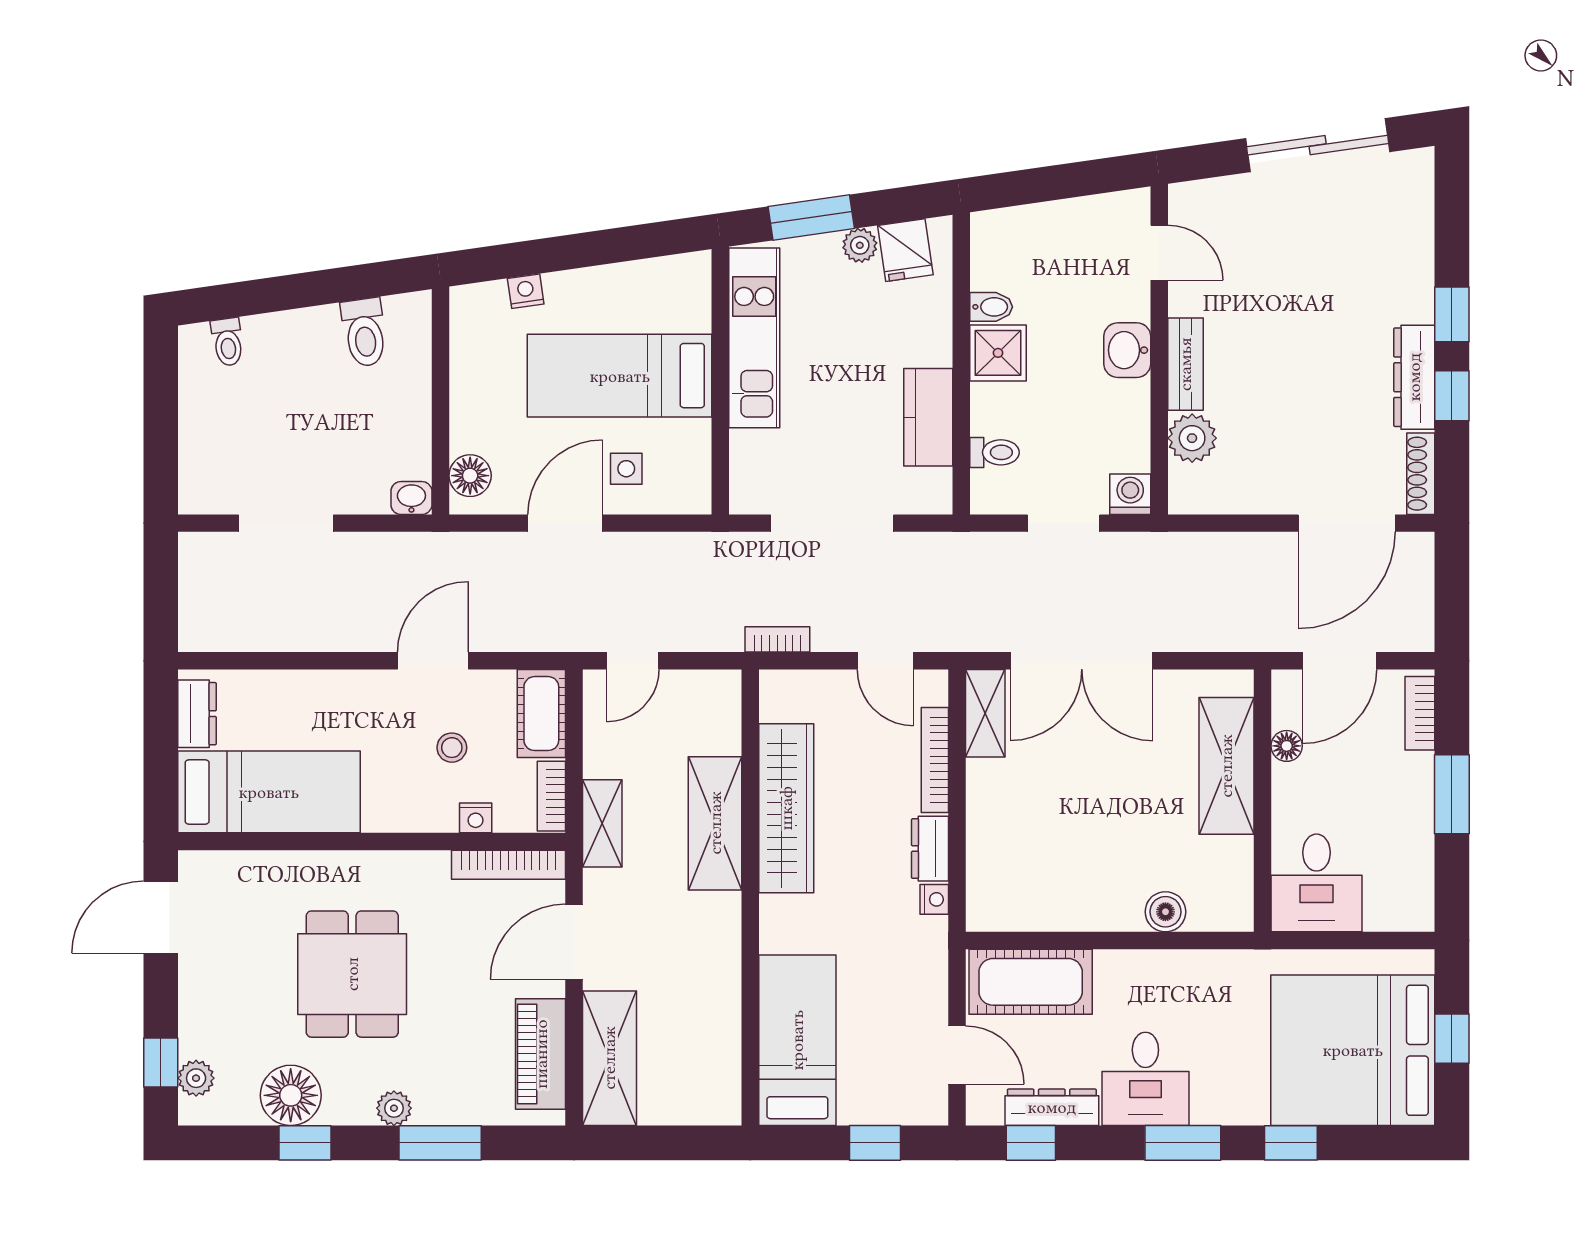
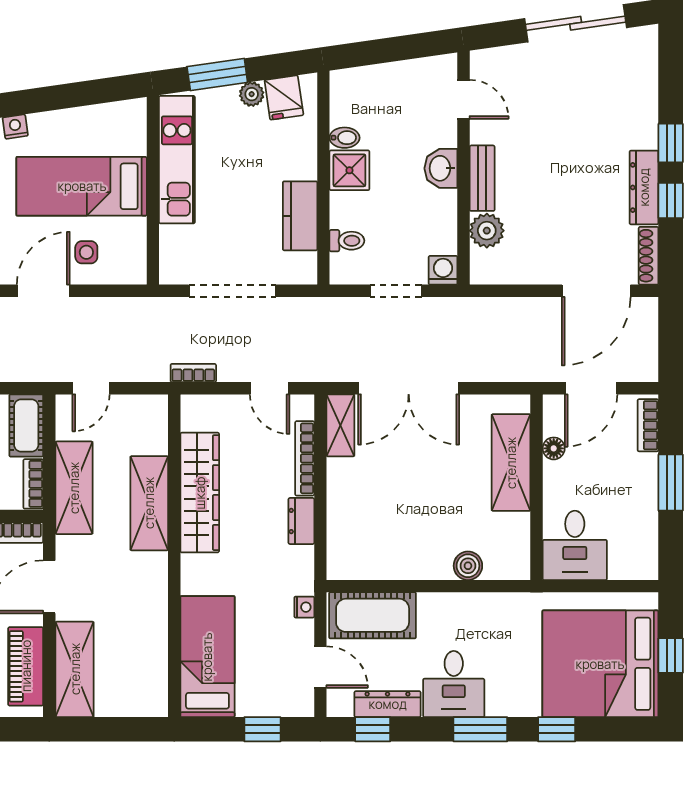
shelving: (602, 823) -> (74, 488), width x1.50, depth x1.33
nightstand: (934, 899) -> (304, 607), moved

